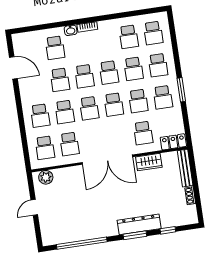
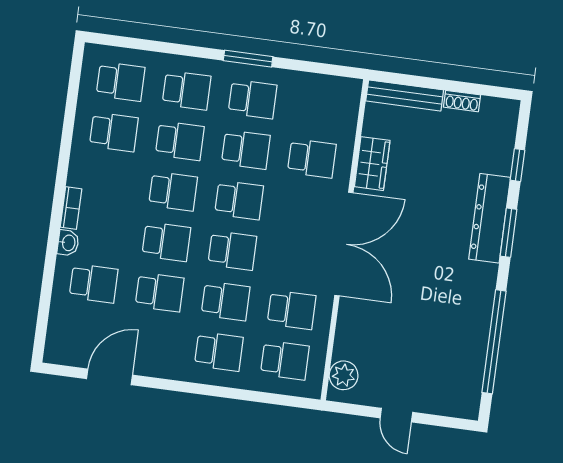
locker: (173, 142) -> (346, 104), removed

